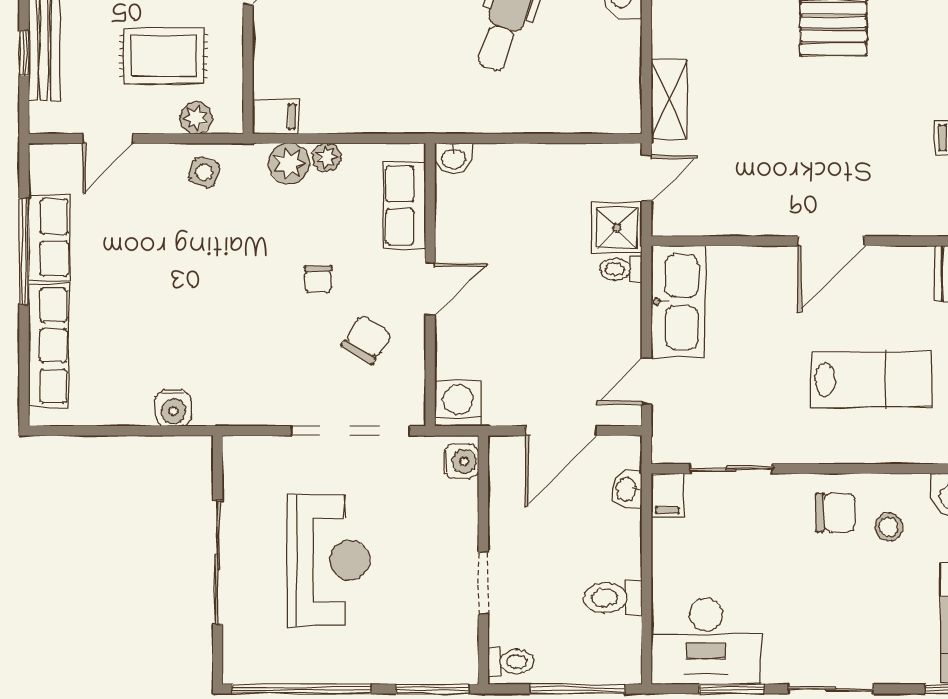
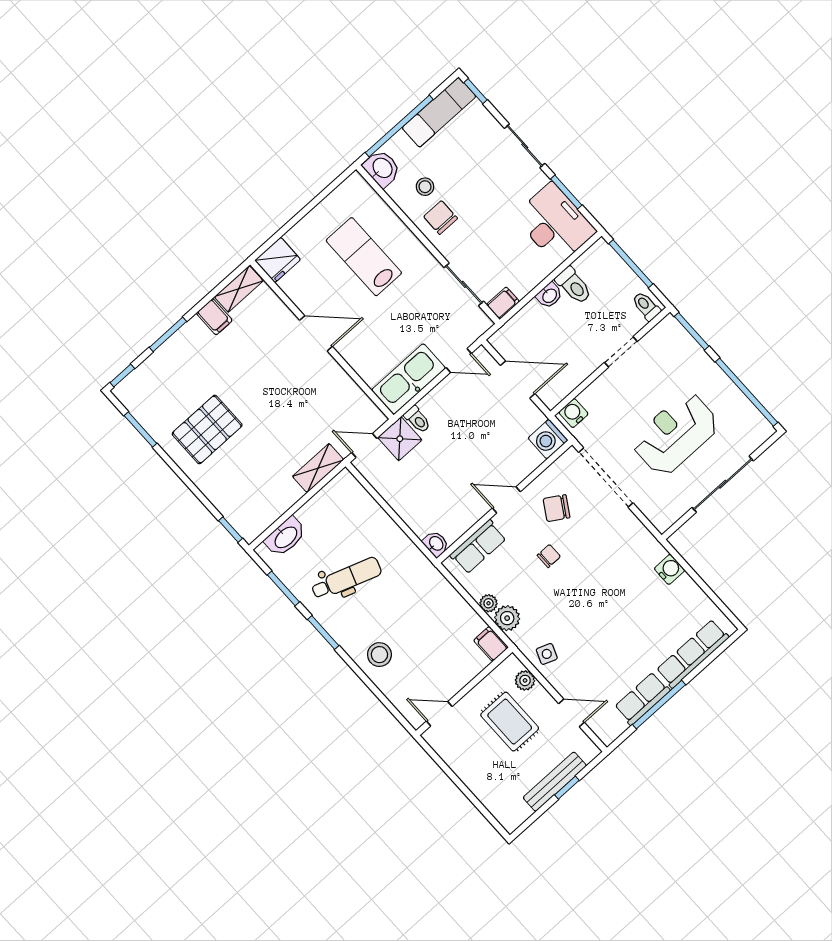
washbasin: (627, 489) -> (549, 295), moved

